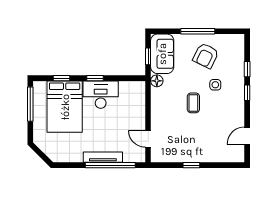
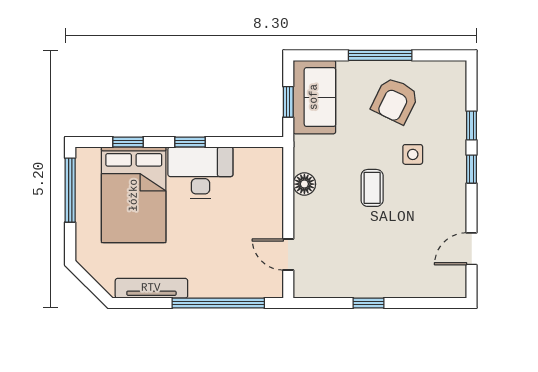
floor lamp: (157, 81) -> (304, 184), moved
tv unit: (103, 157) -> (151, 288), moved

